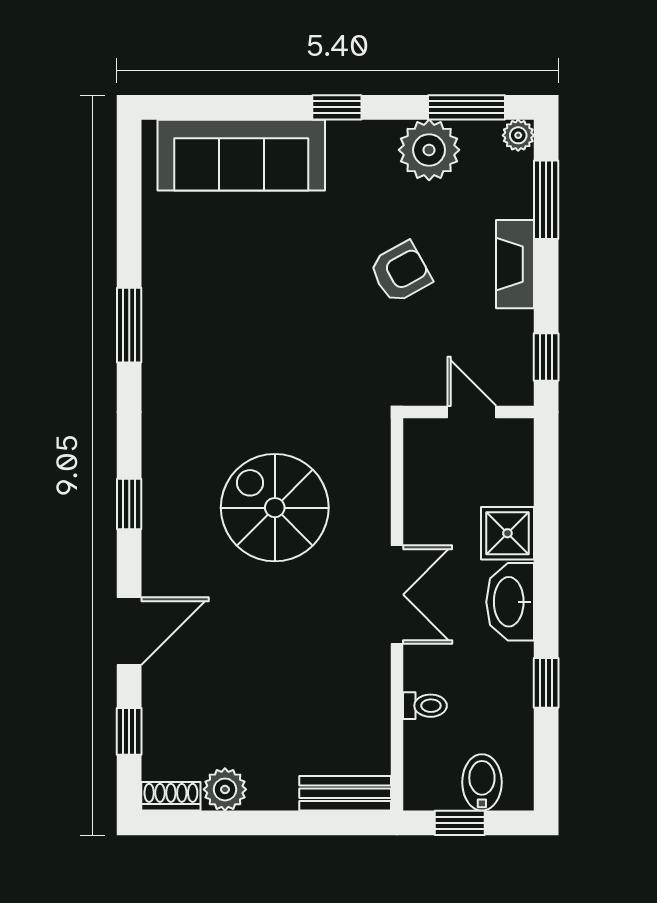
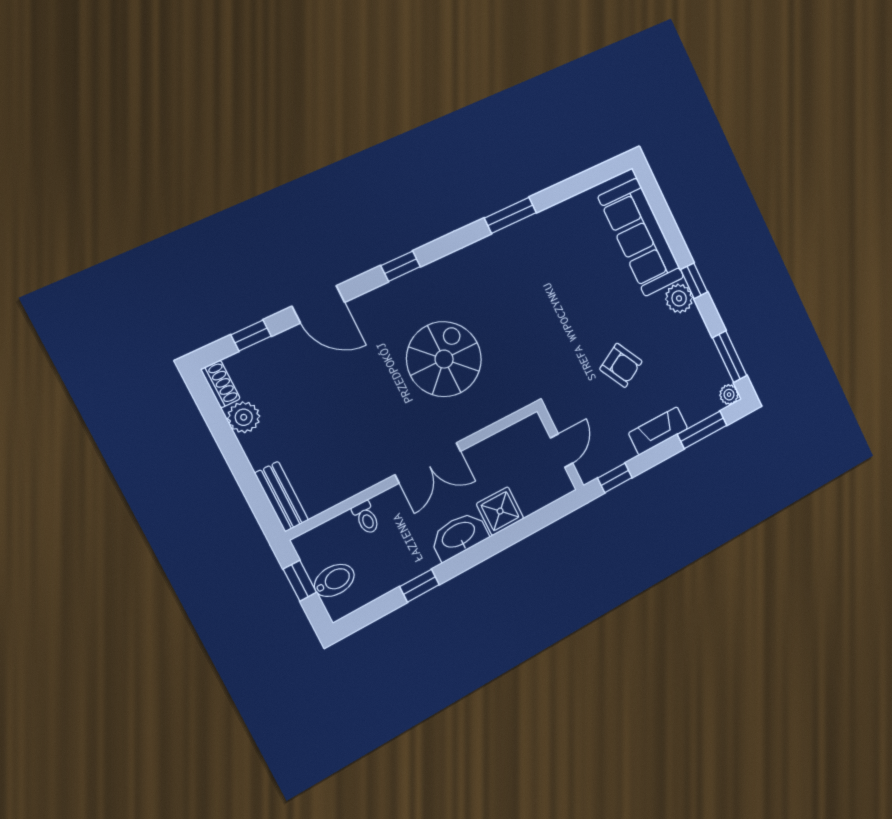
plant: (429, 150) -> (679, 298), moved, width x0.73, depth x0.73

